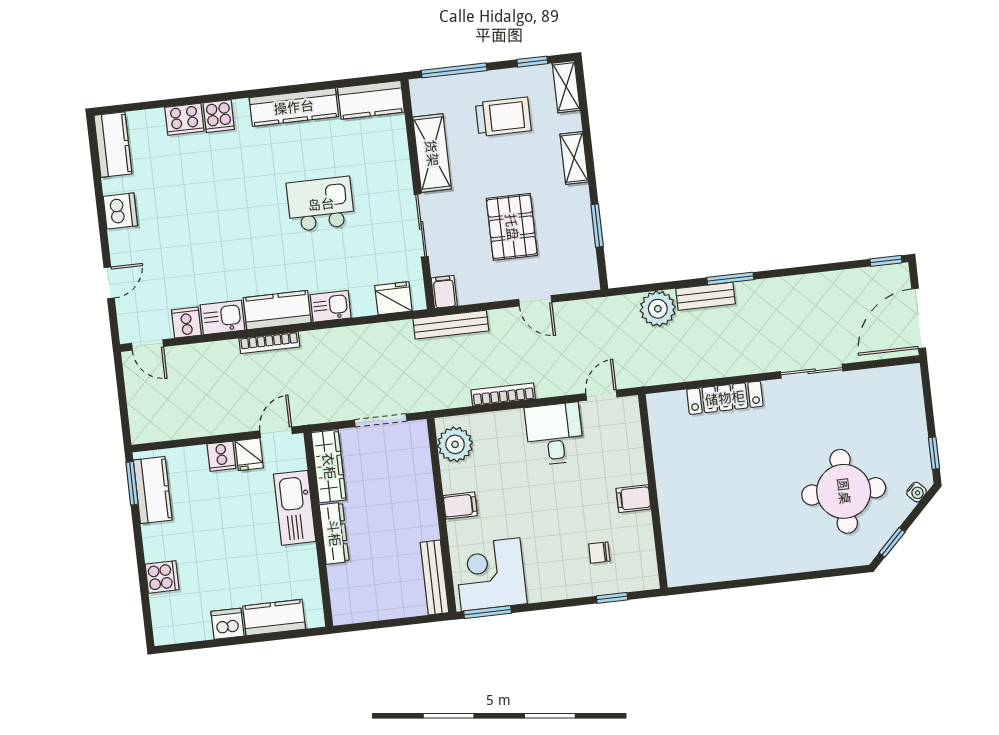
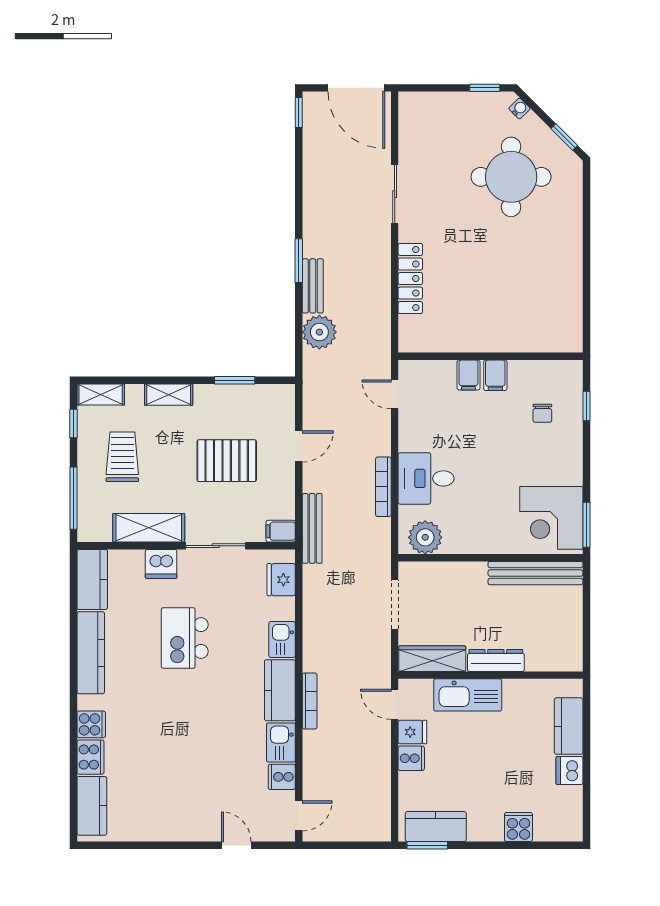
kitchen counter: (113, 145) -> (92, 806), moved, turned 90
dishwasher: (120, 211) -> (161, 564), moved, turned 180
desk: (554, 434) -> (426, 478), moved
filing cabinet: (460, 506) -> (469, 375), moved, turned 180
bench: (434, 577) -> (535, 573), width x1.37, depth x1.21

